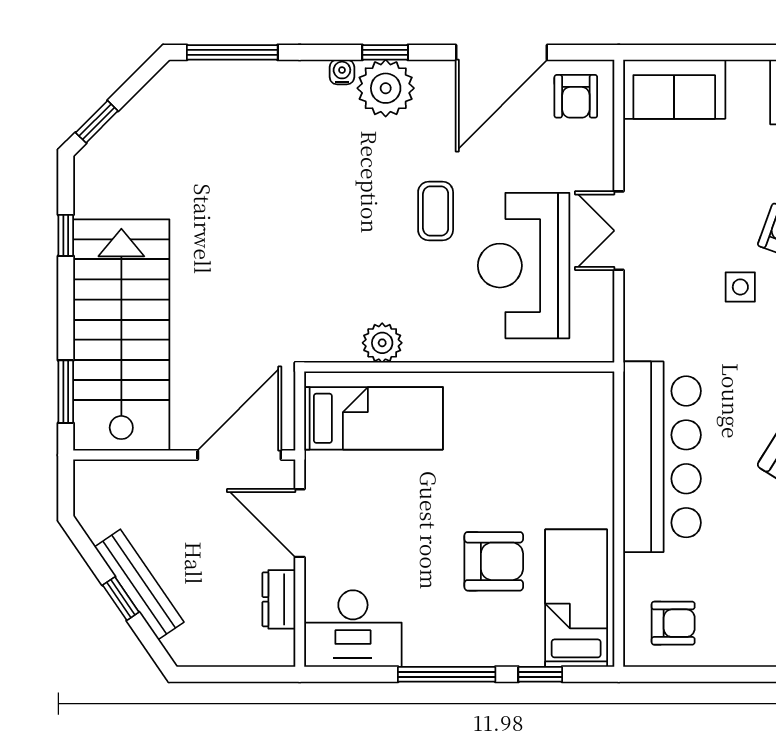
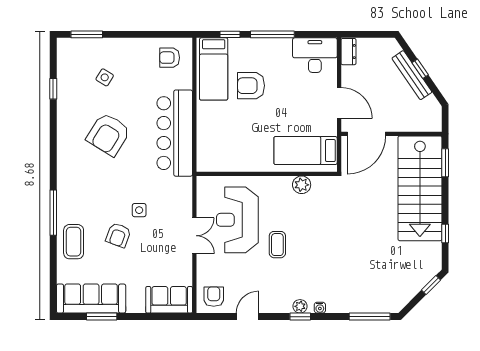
door: (502, 52) -> (247, 317), width x0.53
plant: (386, 88) -> (300, 306), width x0.53, depth x0.53
reception desk: (524, 266) -> (237, 220), turned 180
dresser: (279, 599) -> (348, 52), moved

